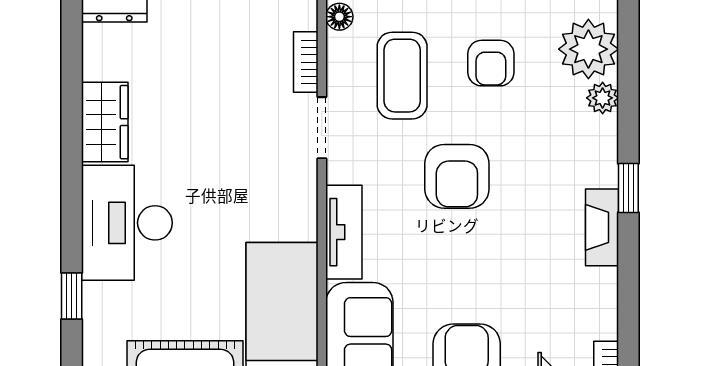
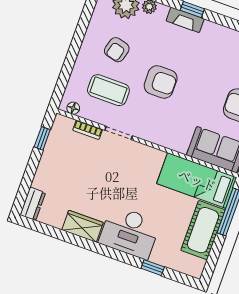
armchair: (491, 63) -> (117, 50), turned 105
fireplace: (602, 227) -> (185, 20), moved
tv unit: (344, 232) -> (167, 140), removed

